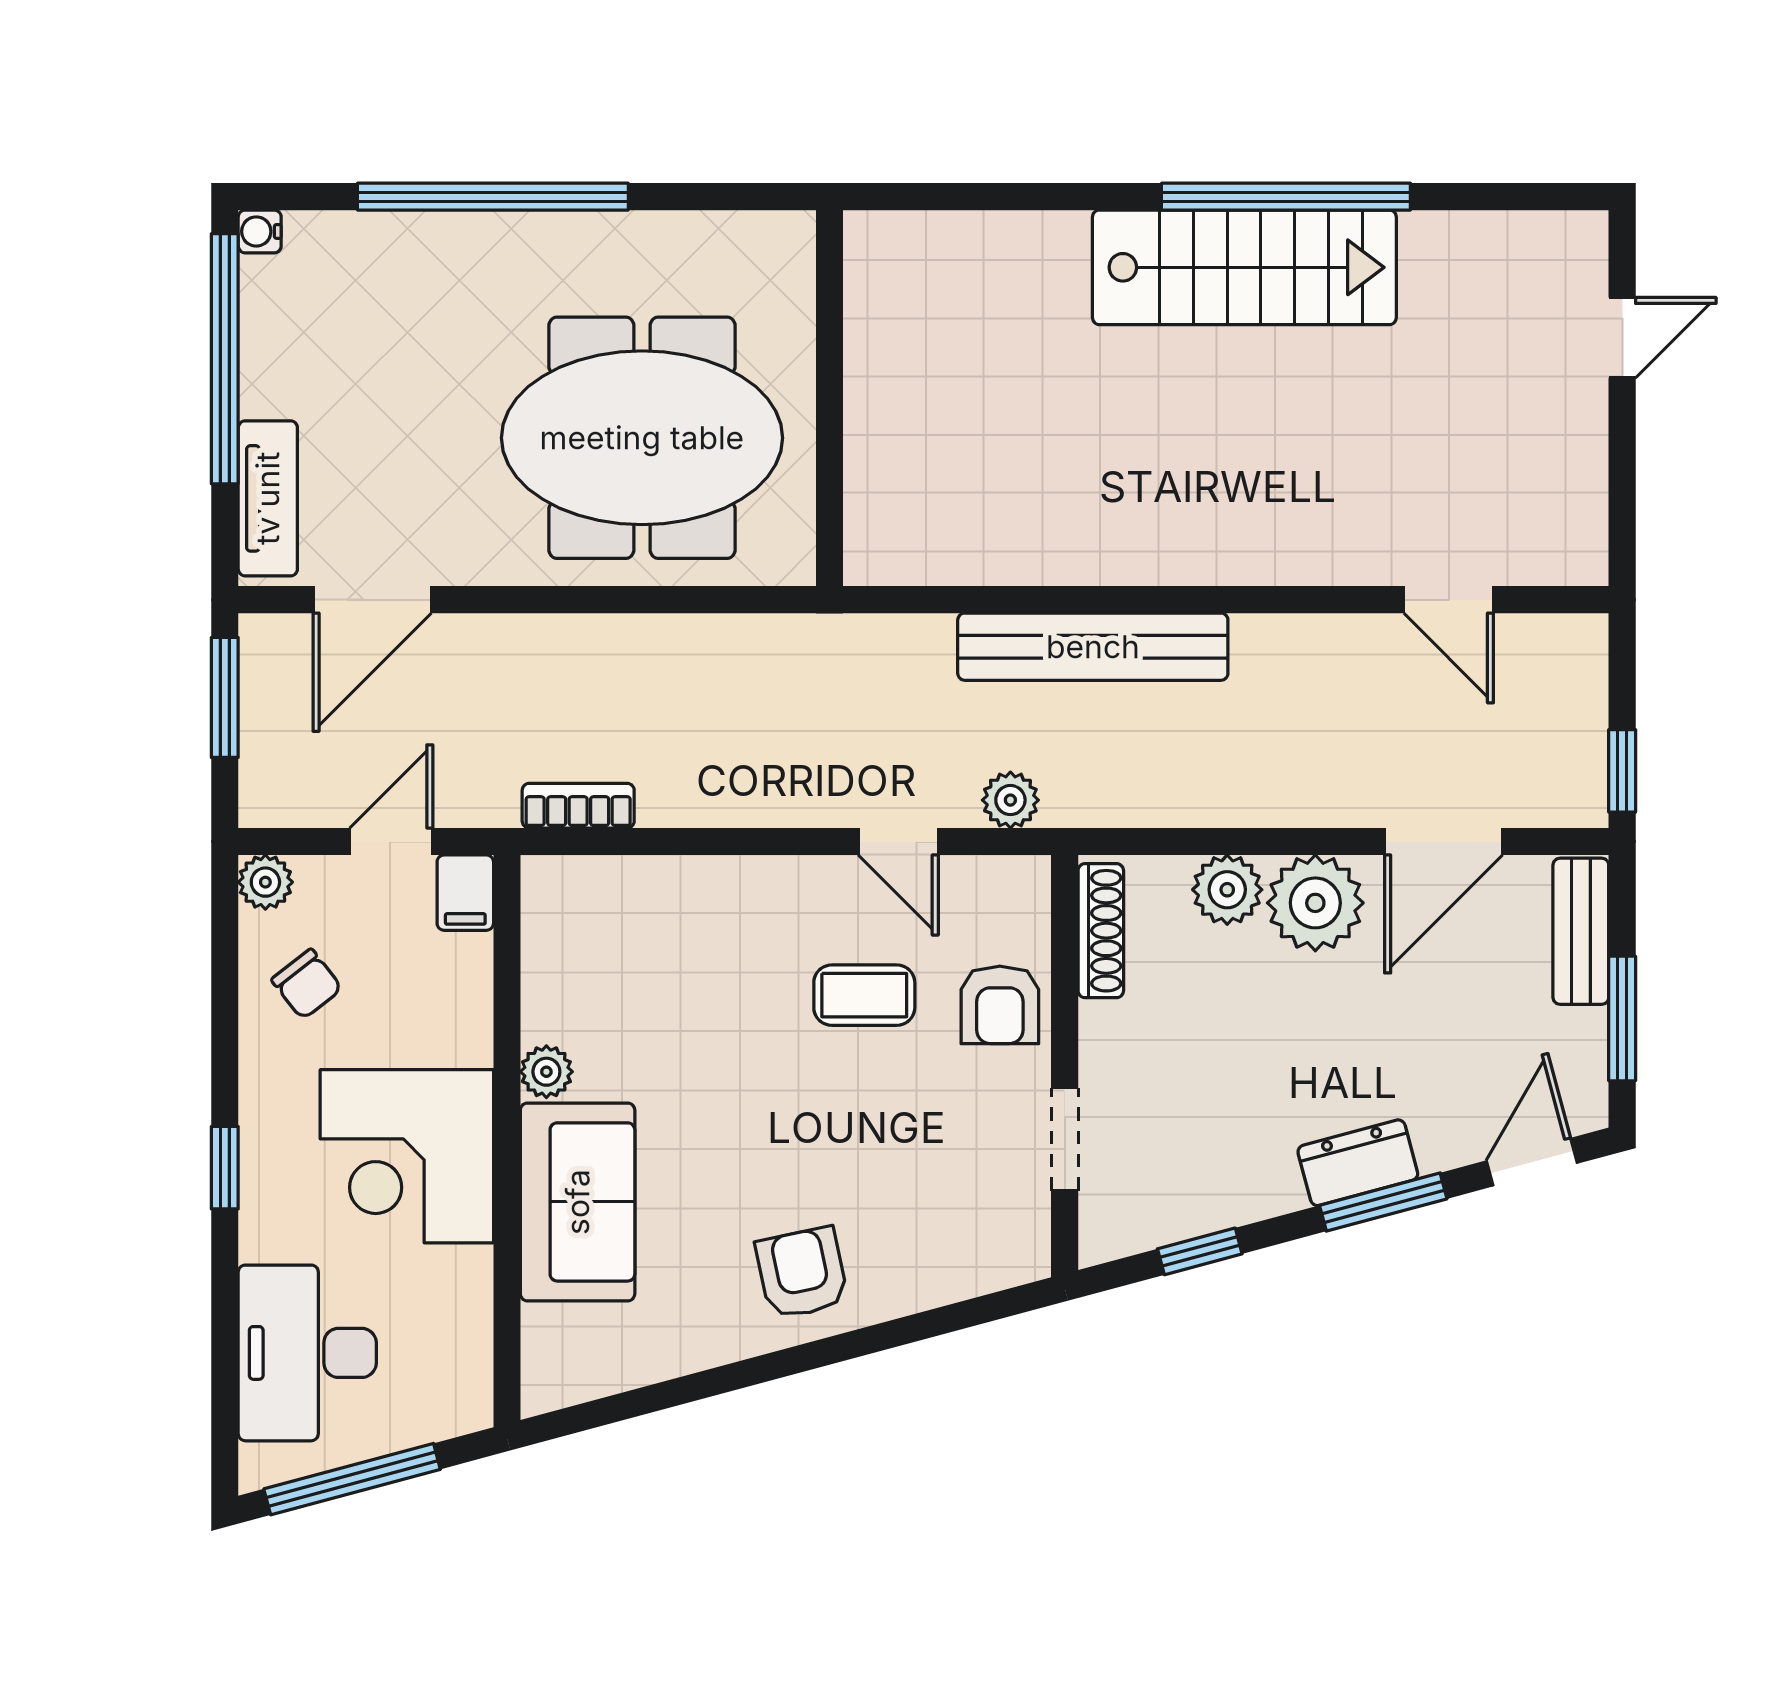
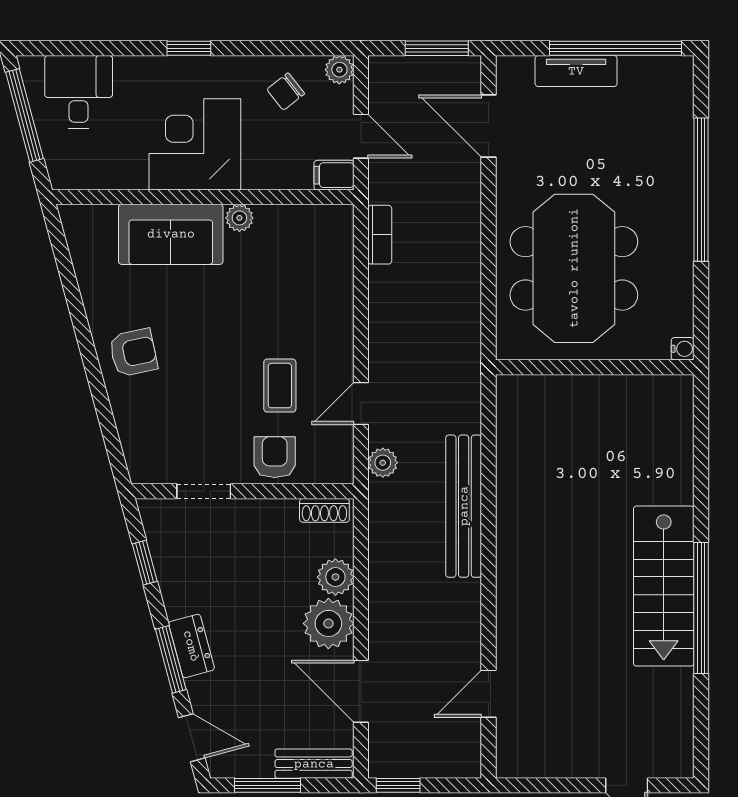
water cooler: (260, 231) -> (683, 349), moved, turned 90
tv unit: (268, 498) -> (576, 71), moved
shoe rack: (1101, 931) -> (324, 510), width x0.70
armchair: (1000, 1005) -> (275, 457), turned 90
desk: (307, 1353) -> (79, 92), width x0.73

